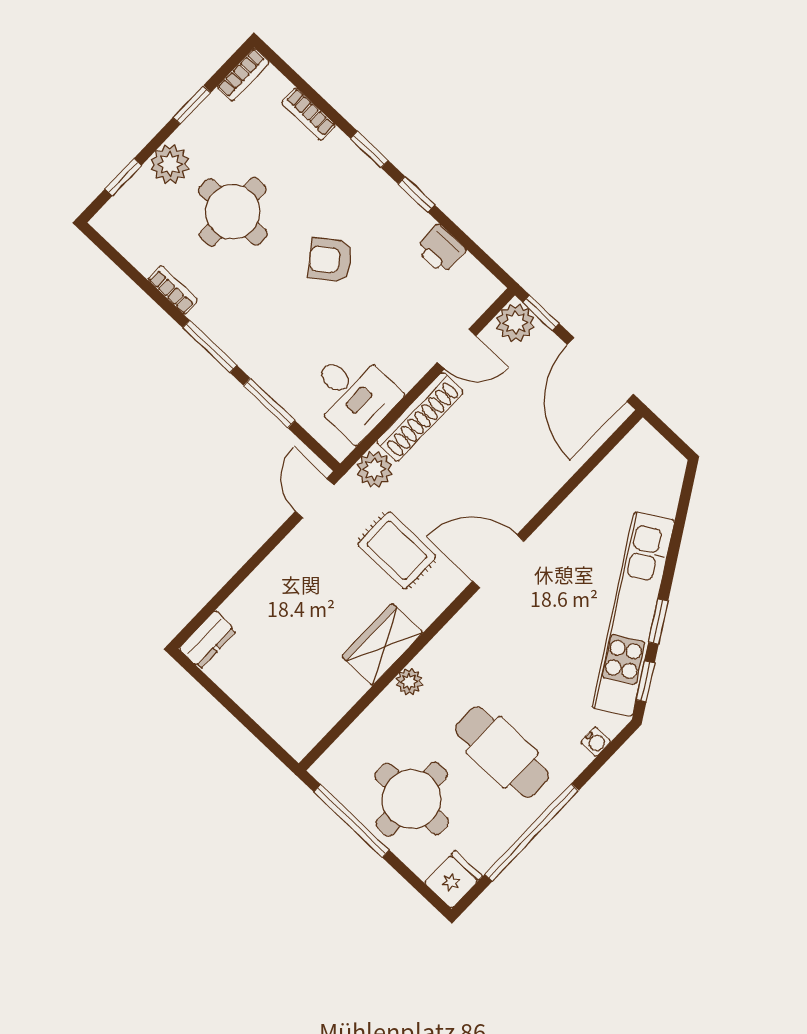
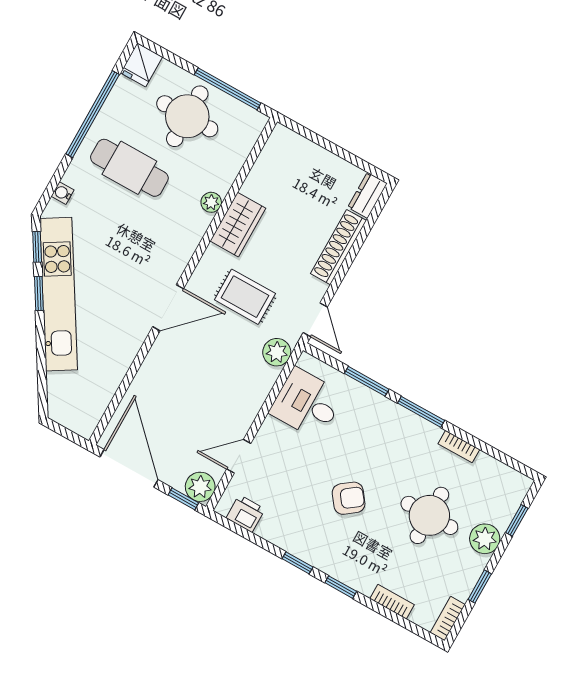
printer: (441, 249) -> (246, 514), moved
shoe rack: (420, 417) -> (339, 247), moved

